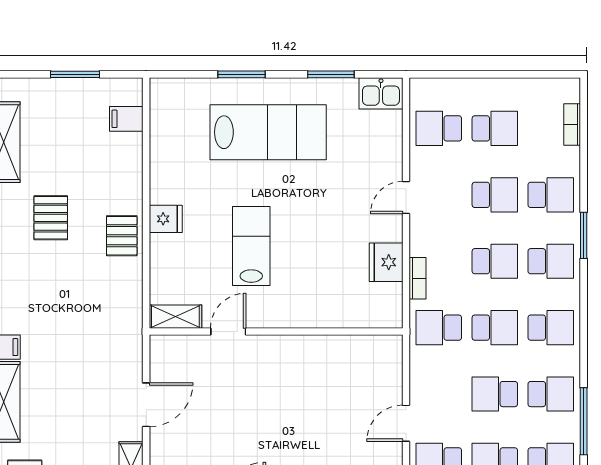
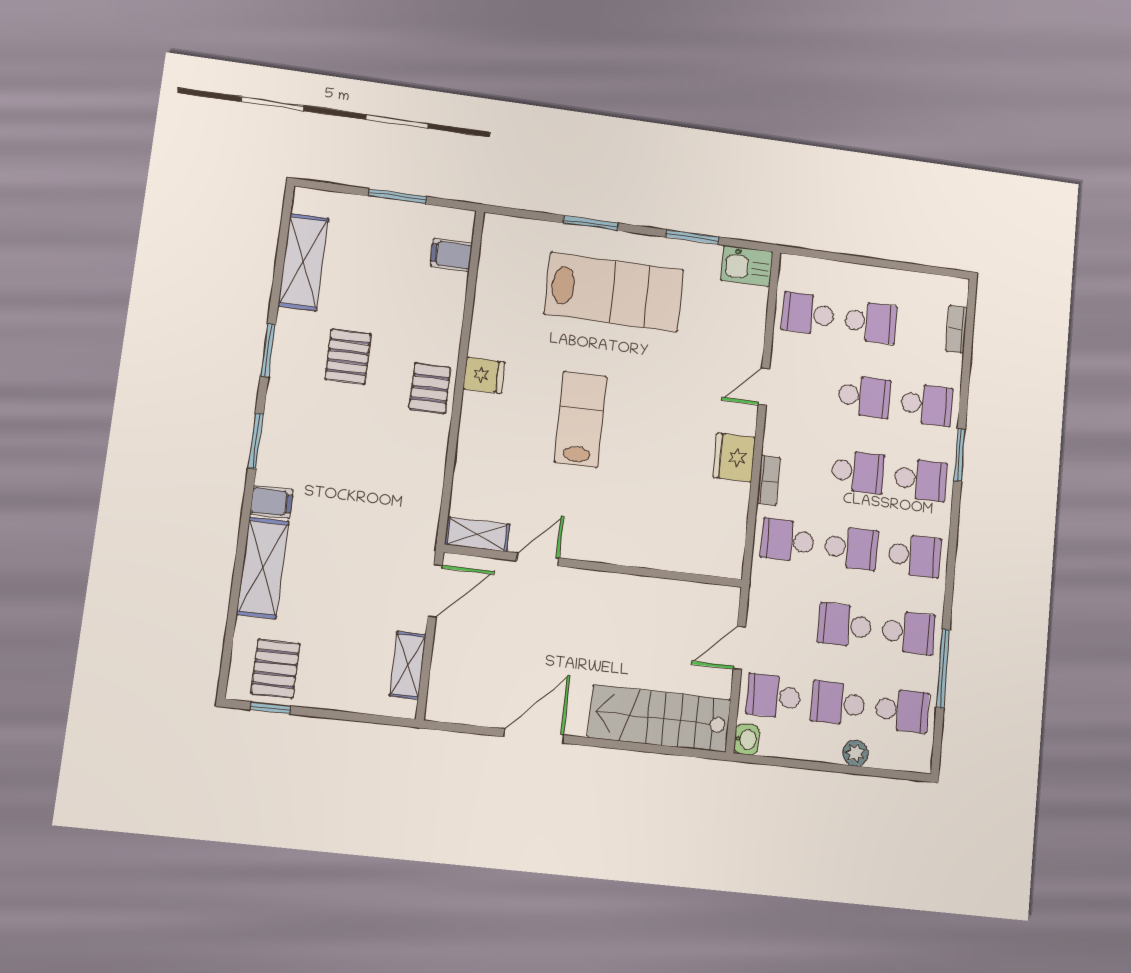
shelving: (175, 317) -> (477, 534), moved
door: (228, 332) -> (538, 559), moved
wall: (276, 332) -> (594, 566), moved

